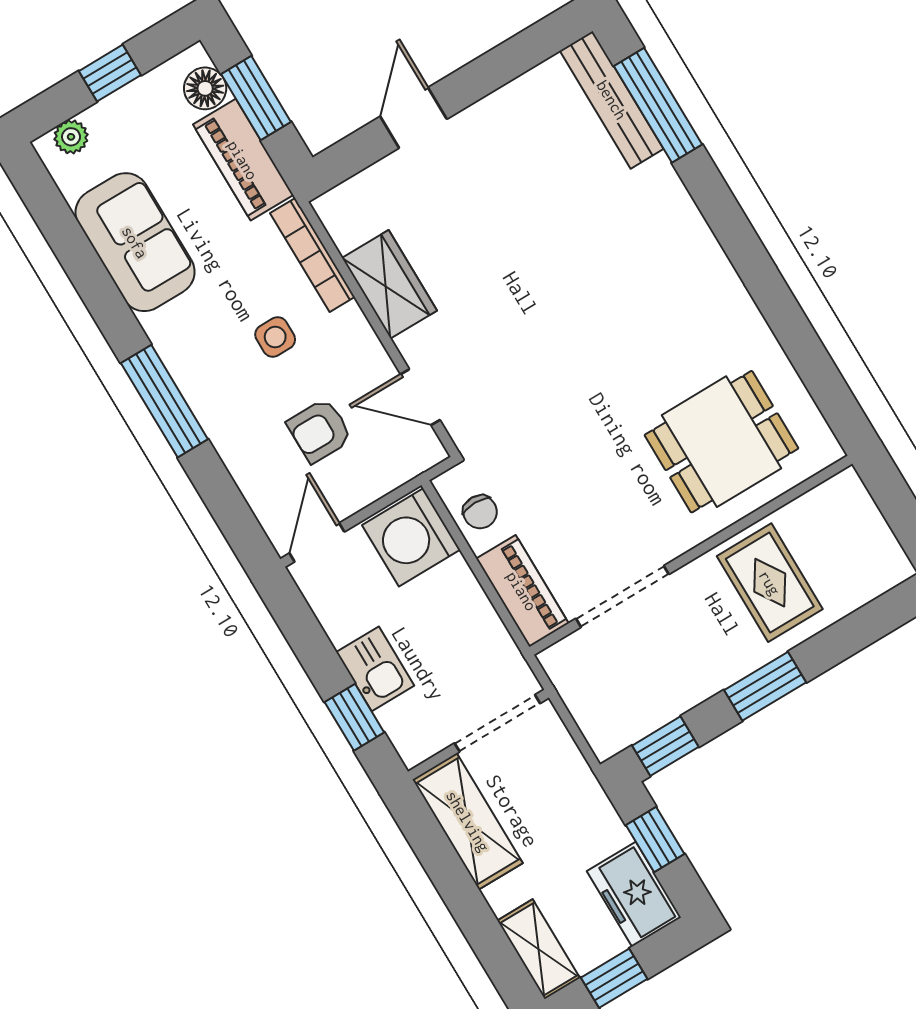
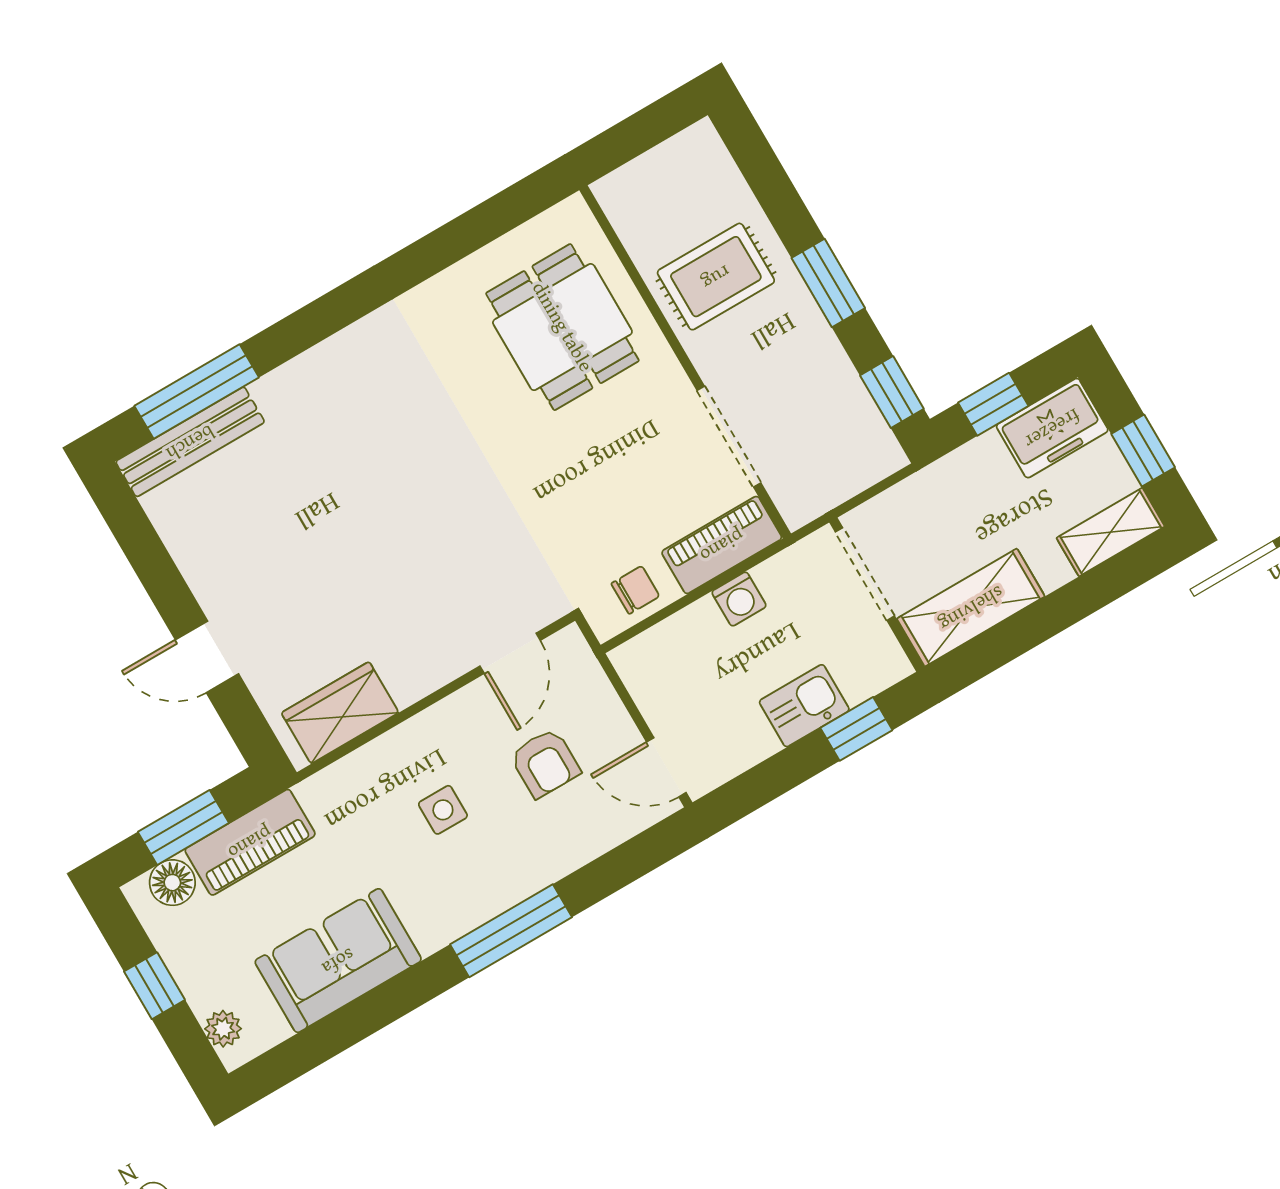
bookcase: (312, 255) -> (354, 768), removed
wardrobe: (389, 284) -> (340, 713), moved
washing machine: (411, 537) -> (739, 599), moved, width x0.53, depth x0.53

